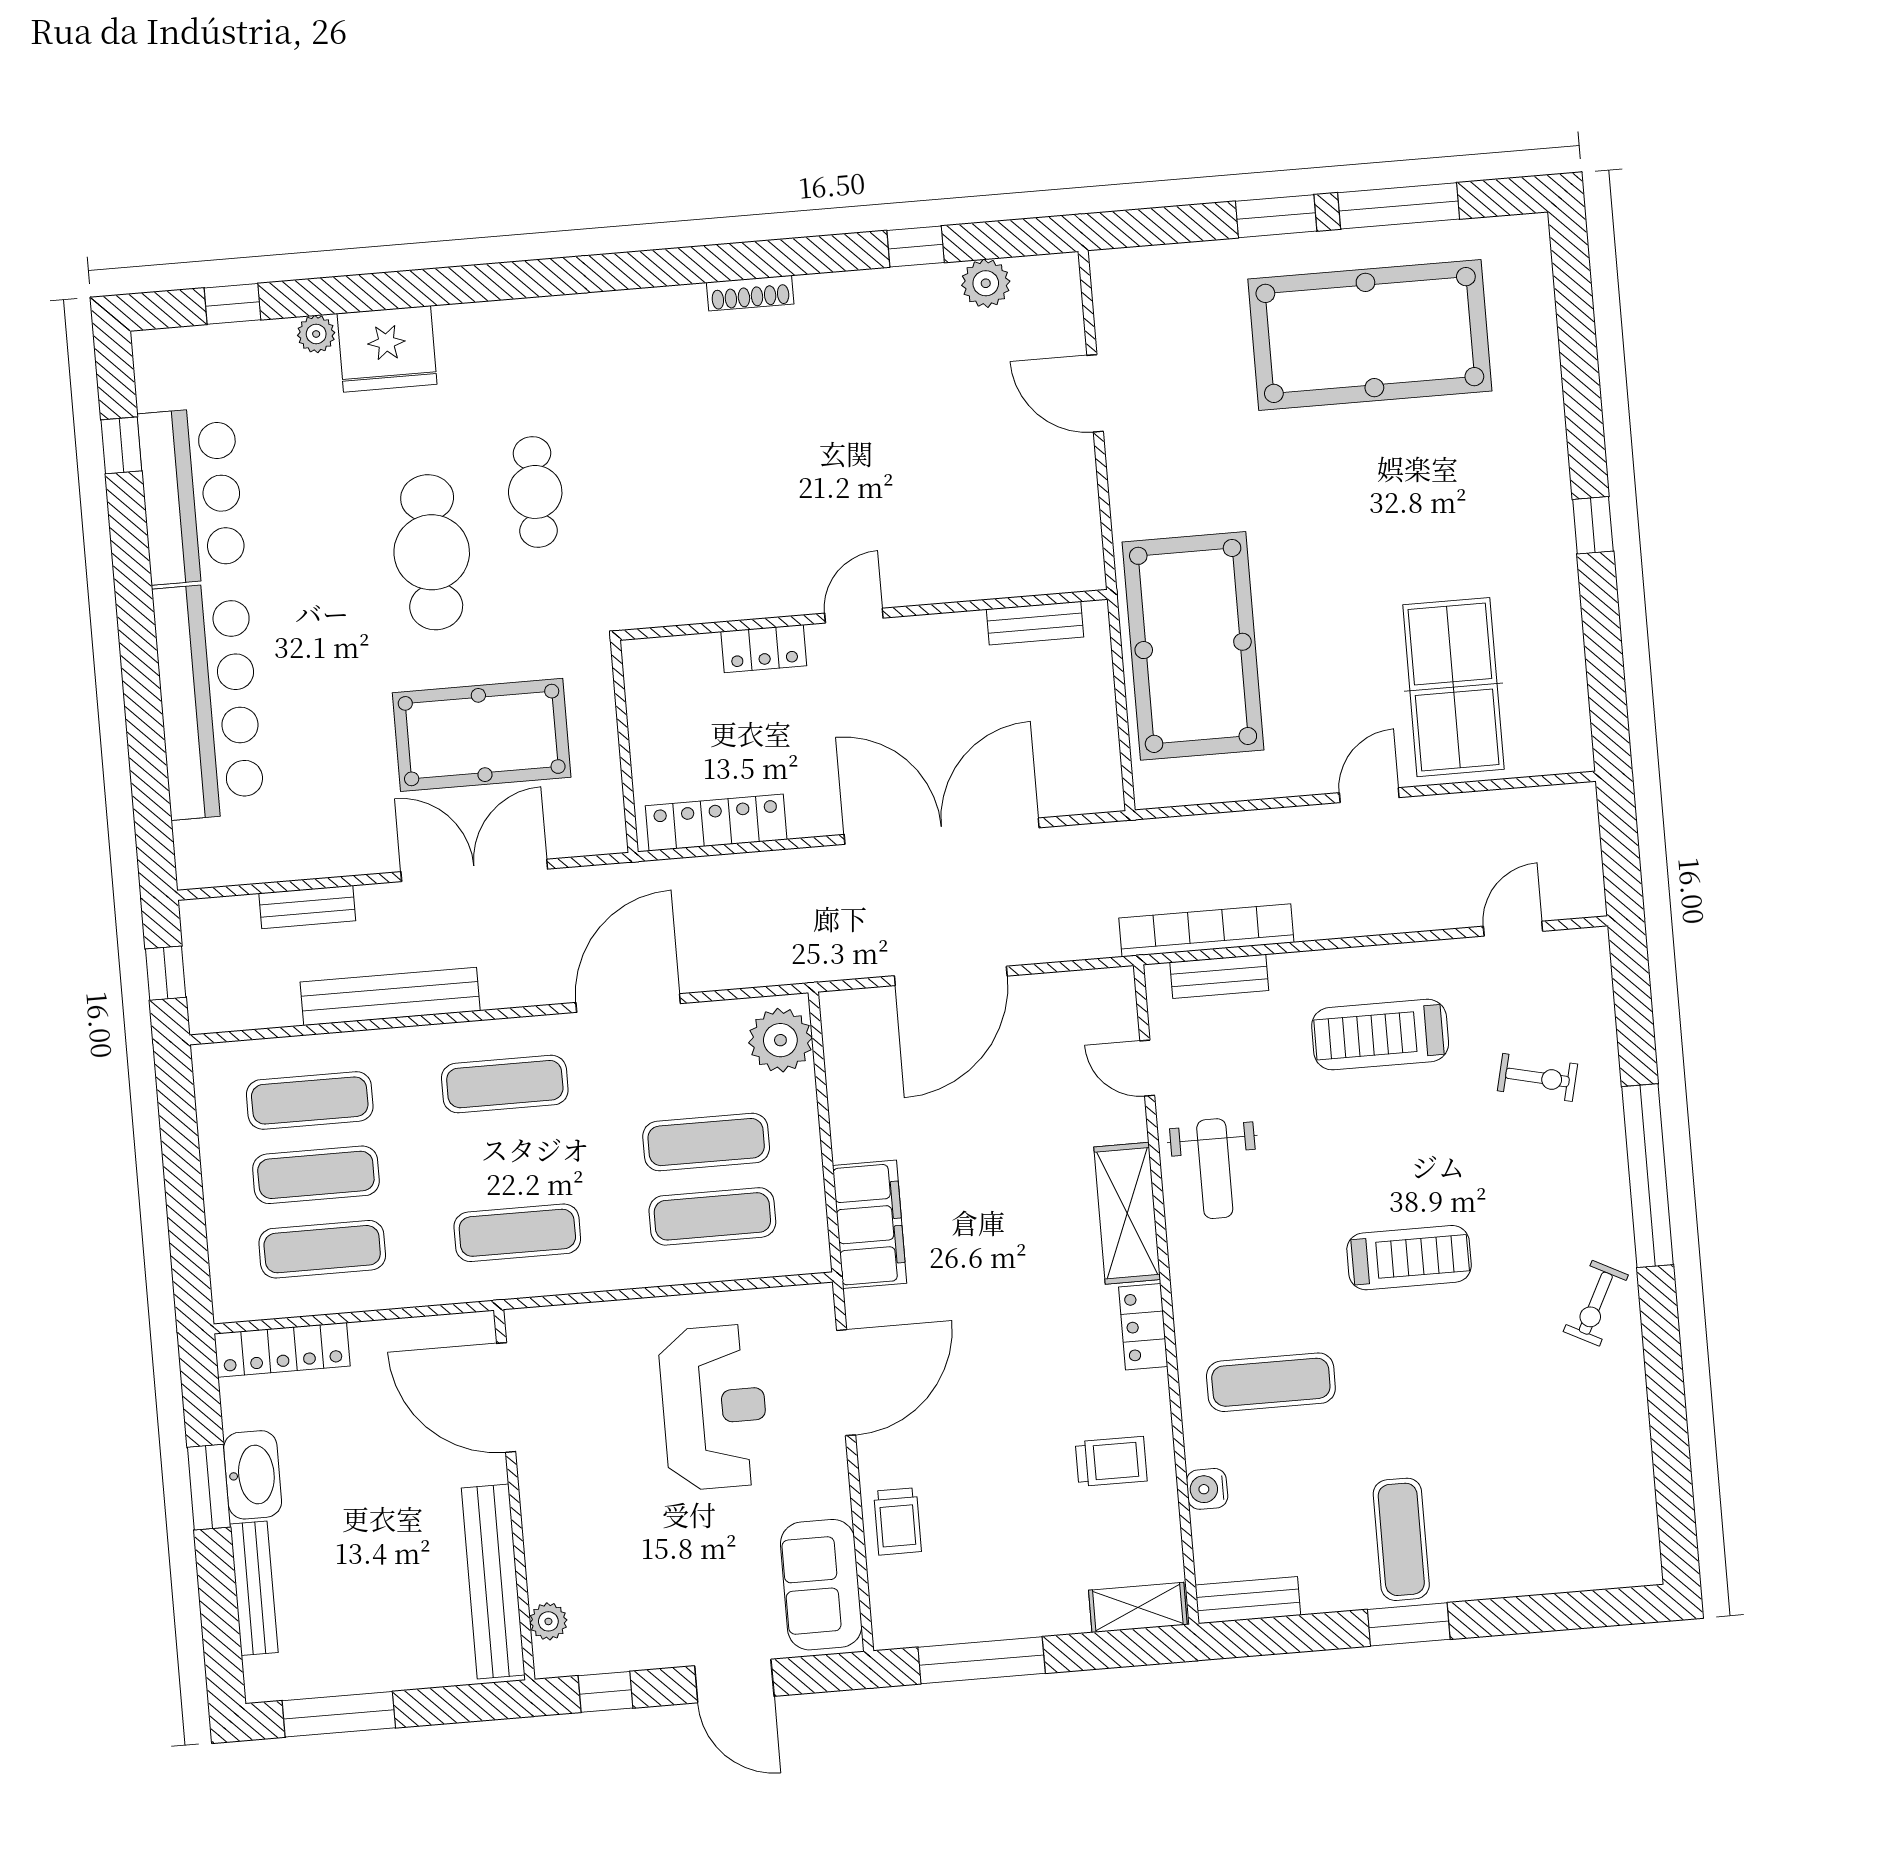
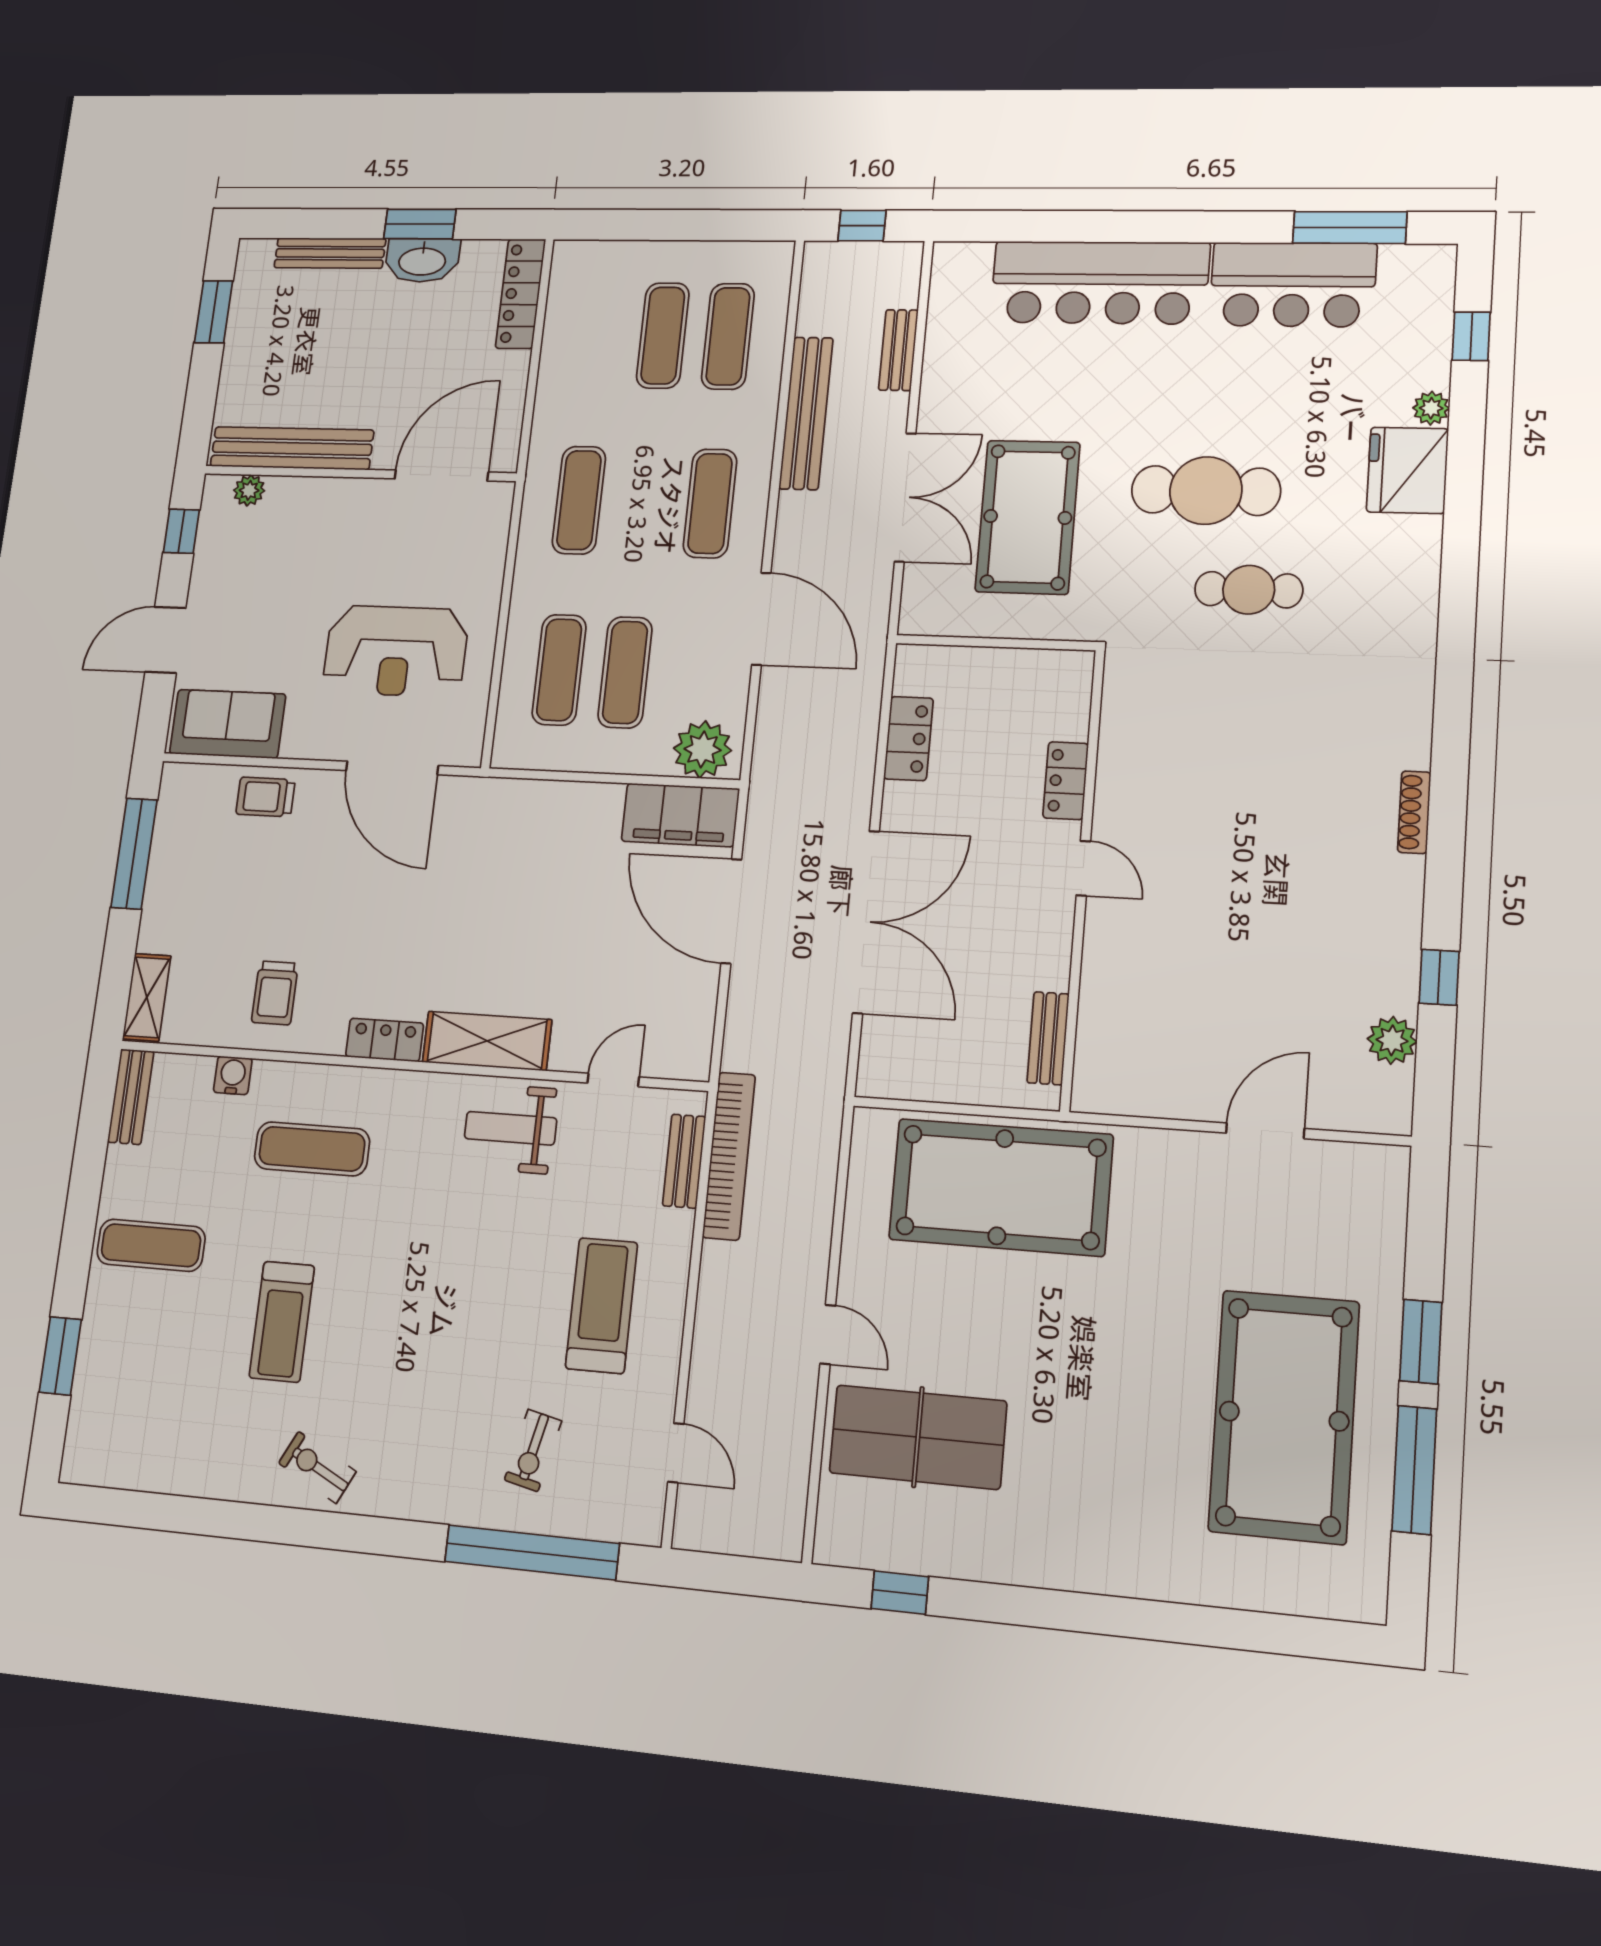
window: (121, 445) -> (1350, 227), width x2.17
window: (1593, 525) -> (900, 1593), moved
locker: (716, 823) -> (909, 738), width x0.66
window: (1648, 1176) -> (532, 1552), moved
filing cabinet: (870, 1224) -> (680, 815), moved
exercise mat: (322, 1249) -> (598, 335), removed
treadmill: (1409, 1258) -> (282, 1322), moved
exercise mat: (1271, 1382) -> (312, 1149), turned 90
window: (1409, 1624) -> (60, 1356), moved
window: (339, 1714) -> (214, 312), width x0.69

